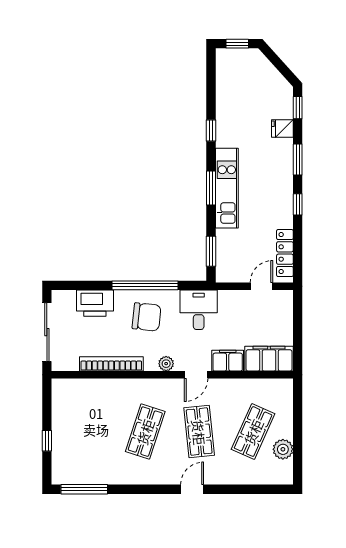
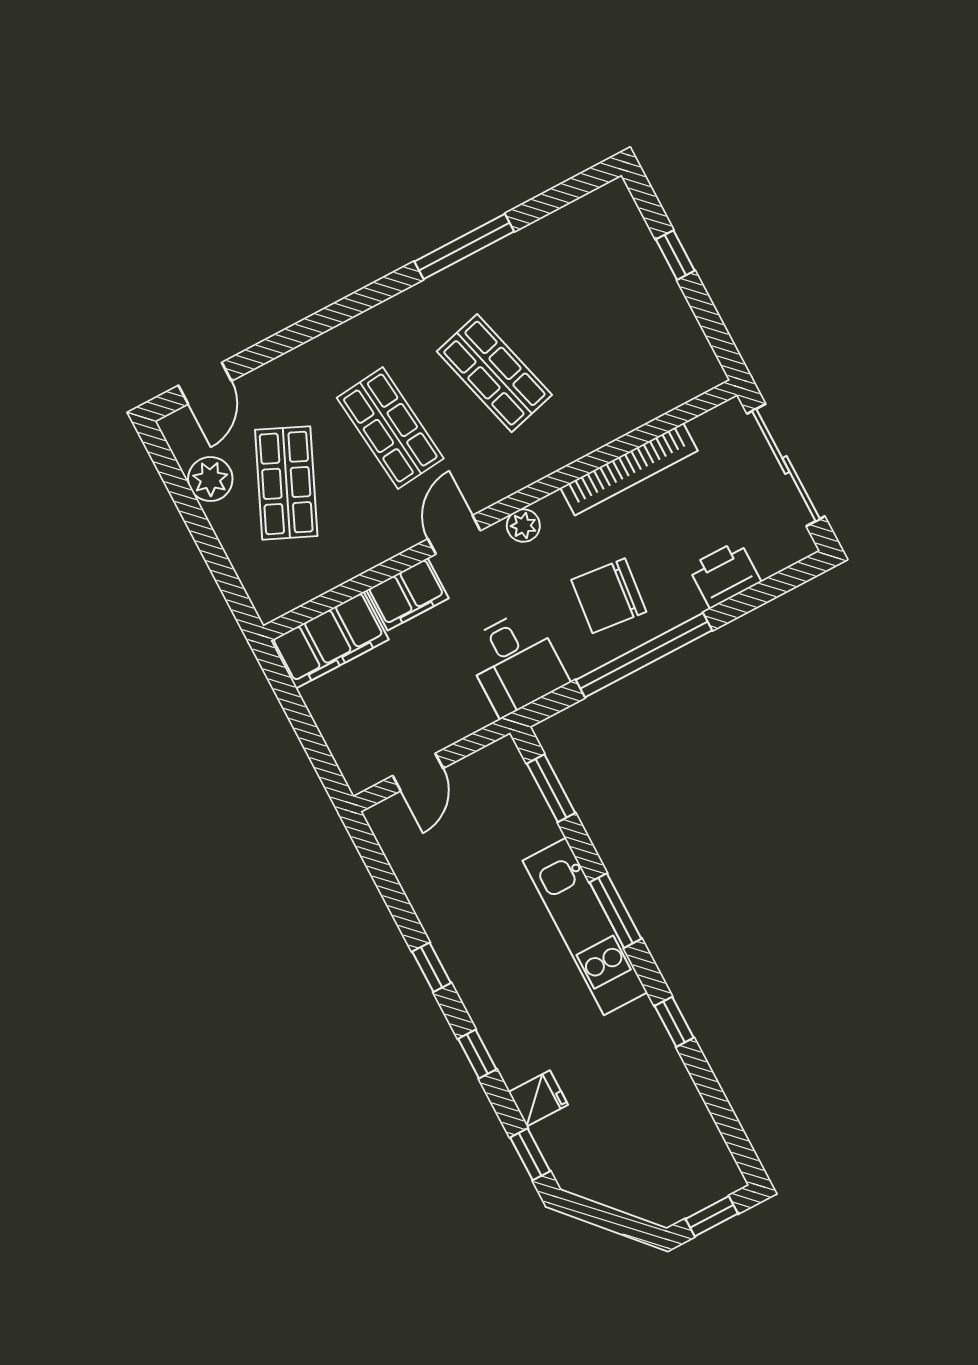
window: (298, 159) -> (477, 1054), width x0.67
locker: (285, 253) -> (407, 860), removed
printer: (95, 303) -> (725, 574), width x0.73, depth x0.84
shop shelf: (145, 432) -> (494, 373), turned -33
window: (84, 489) -> (464, 246), moved
door: (192, 489) -> (205, 383), moved

